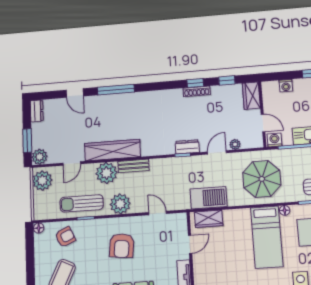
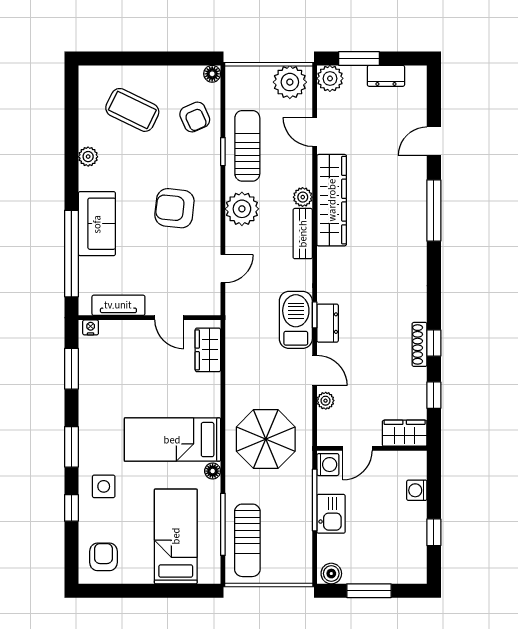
dresser: (37, 111) -> (386, 76), moved
plant: (106, 173) -> (303, 197), width x0.53, depth x0.53
barbecue: (209, 198) -> (296, 320), moved, turned 180

